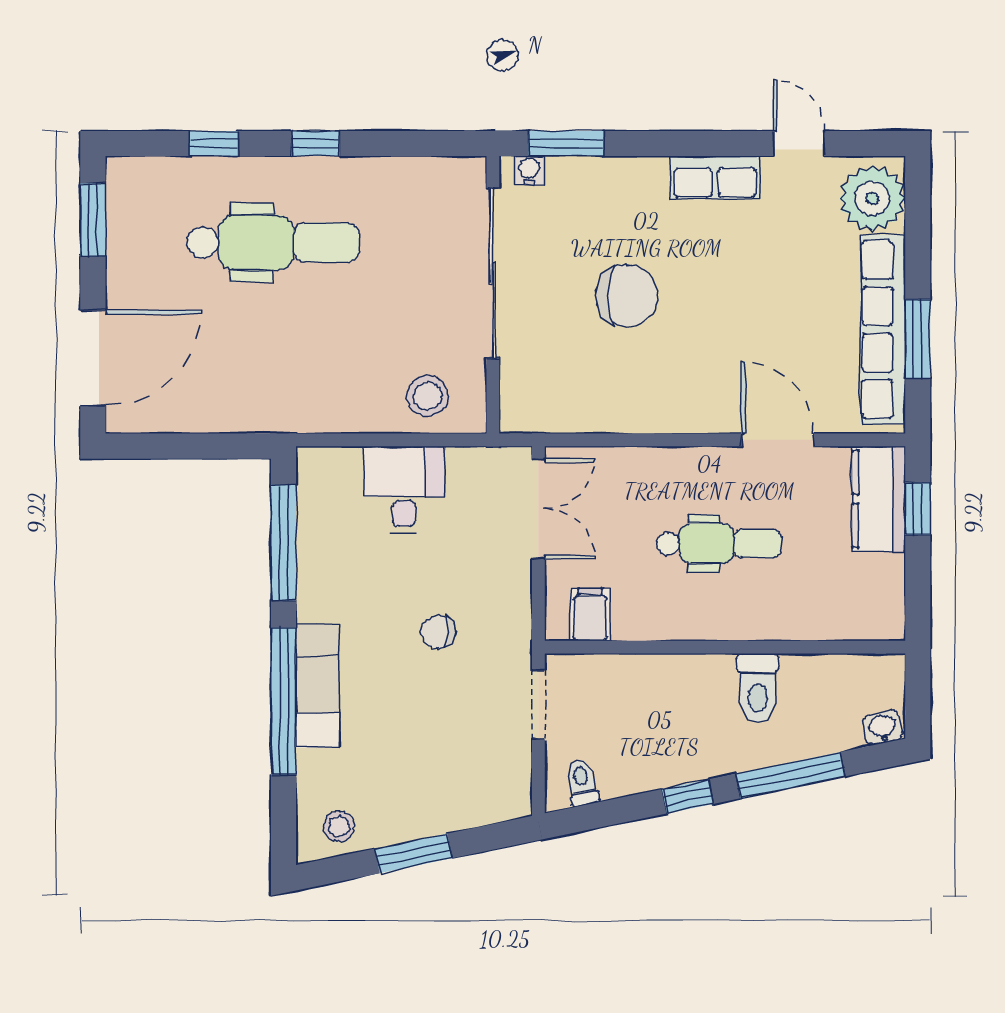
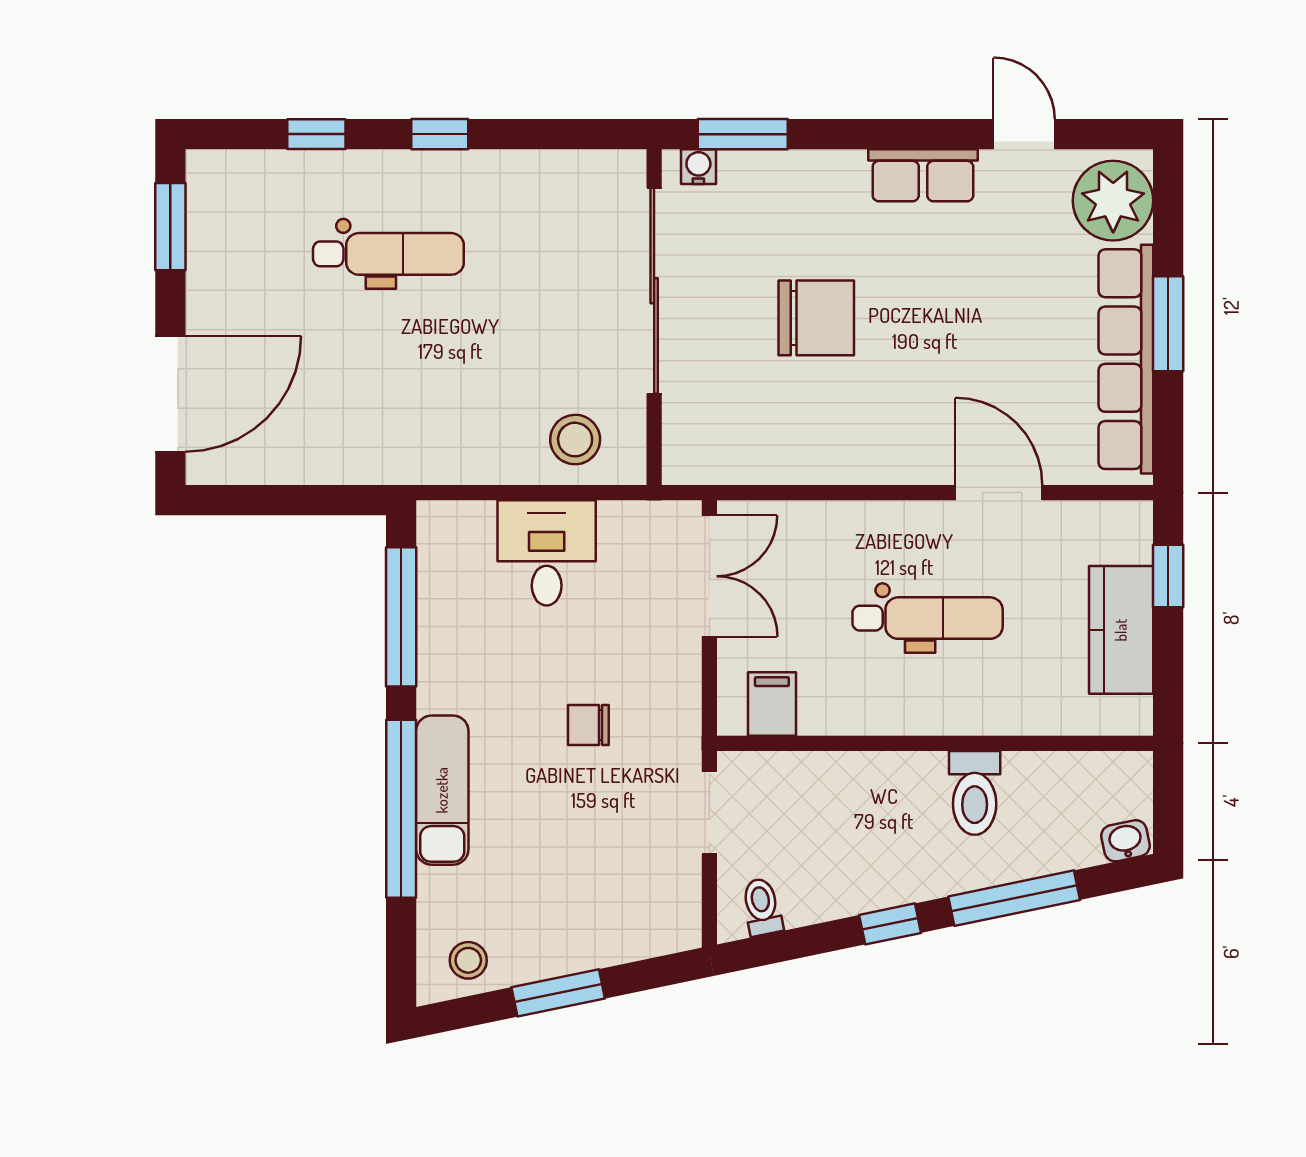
dental chair: (273, 242) -> (388, 254), width x0.73, depth x0.72
window: (918, 339) -> (1168, 324), moved
kitchen counter: (879, 499) -> (1121, 630), moved

